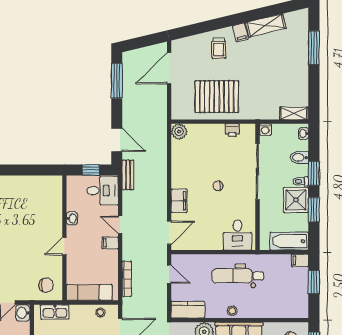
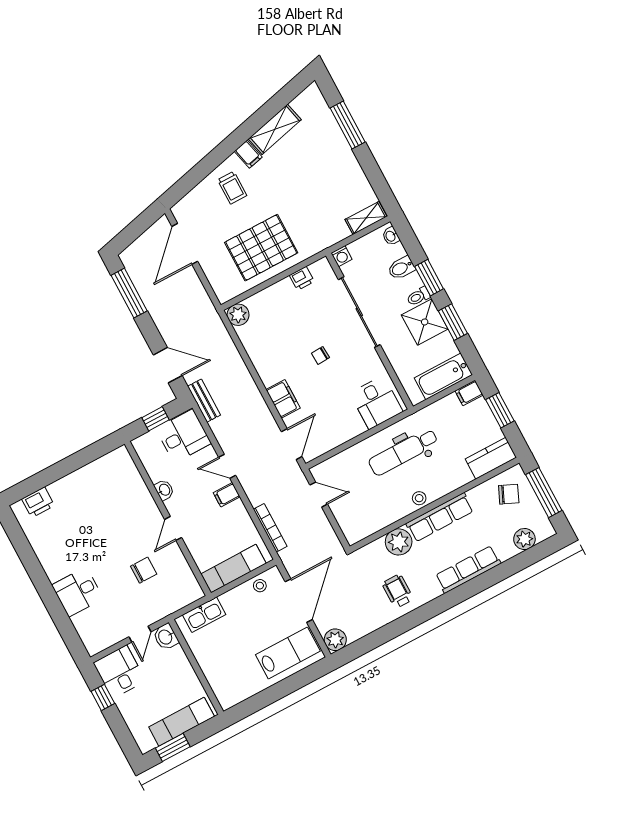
chair: (46, 285) -> (144, 570), moved
kitchen counter: (188, 310) -> (491, 458), moved

